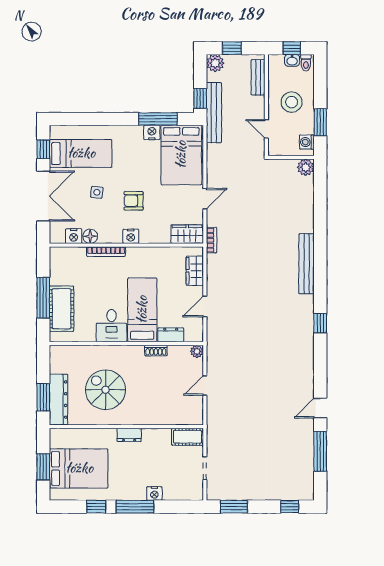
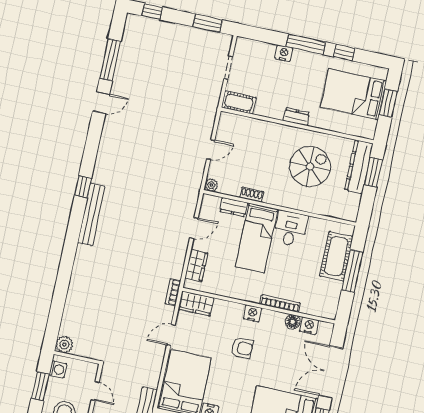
side table: (97, 192) -> (277, 364), removed
bench: (307, 264) -> (91, 215), moved
spiral stairs: (105, 390) -> (310, 167), turned -90

